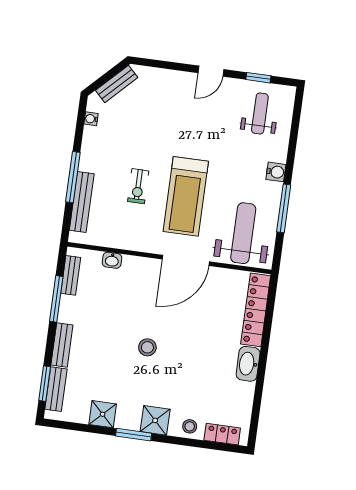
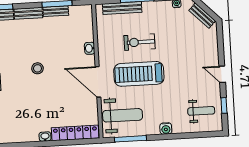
exercise bike: (138, 186) -> (139, 42), width x1.38, depth x1.39
window: (284, 208) -> (130, 139), moved
washbasin: (112, 260) -> (90, 48), moved
bench: (71, 275) -> (56, 11), moved
washbasin: (248, 364) -> (45, 137), width x0.52, depth x0.69

